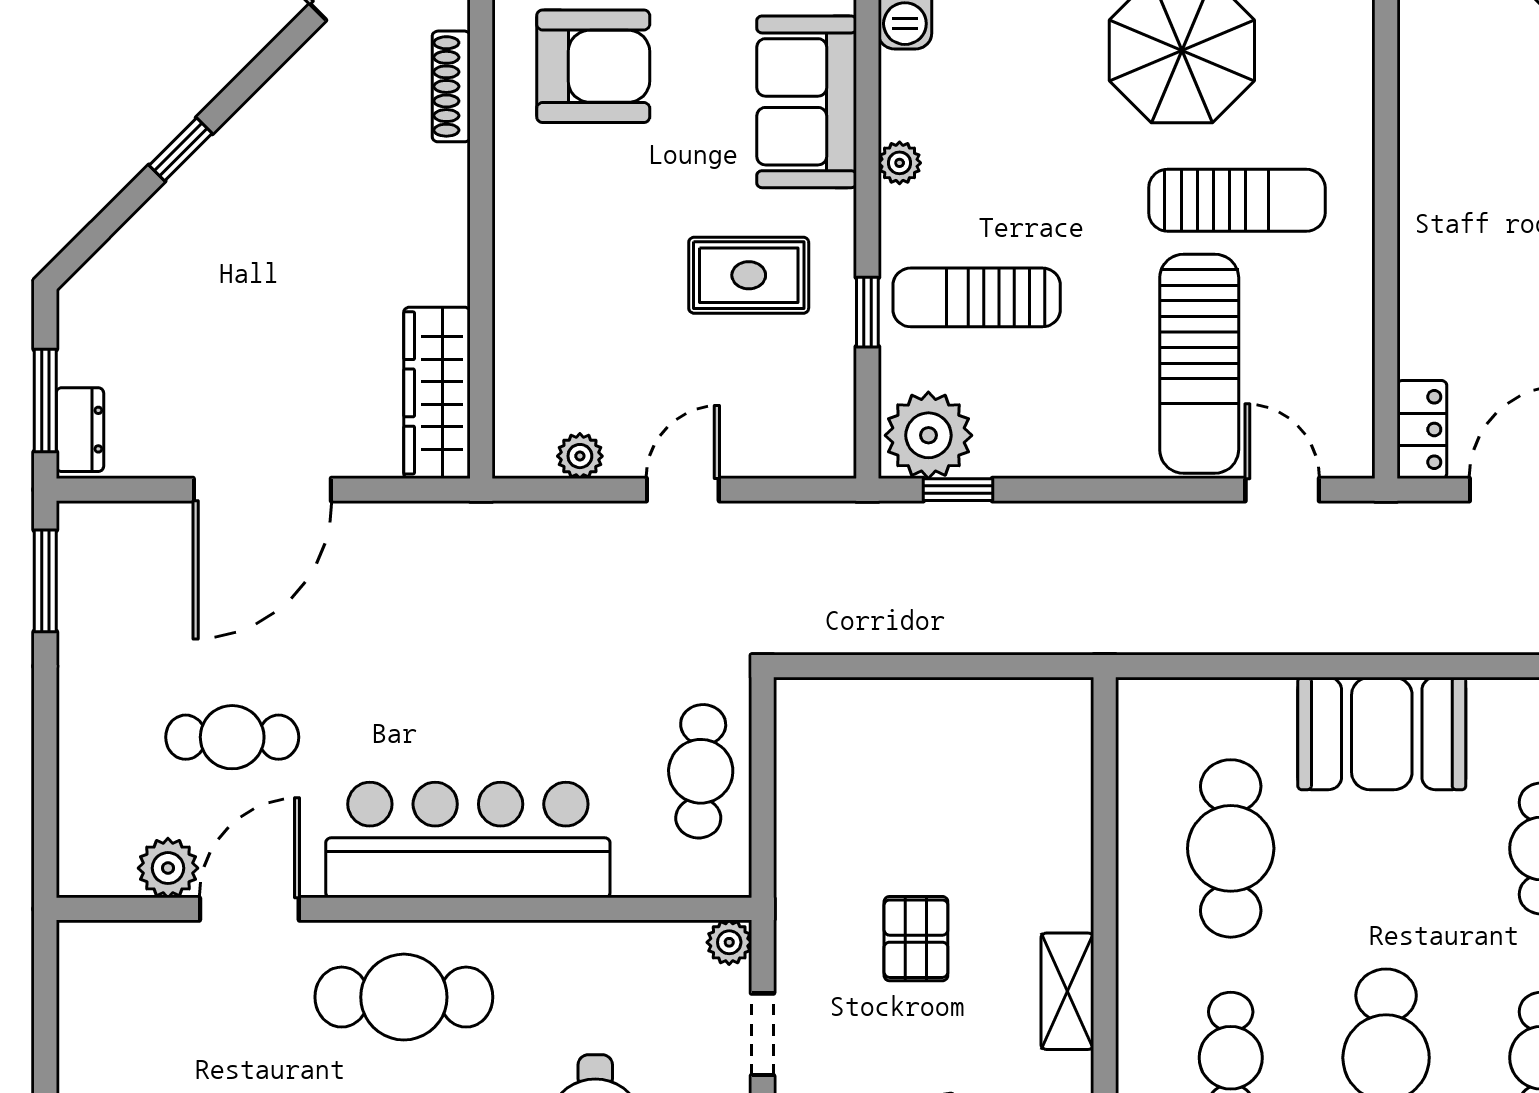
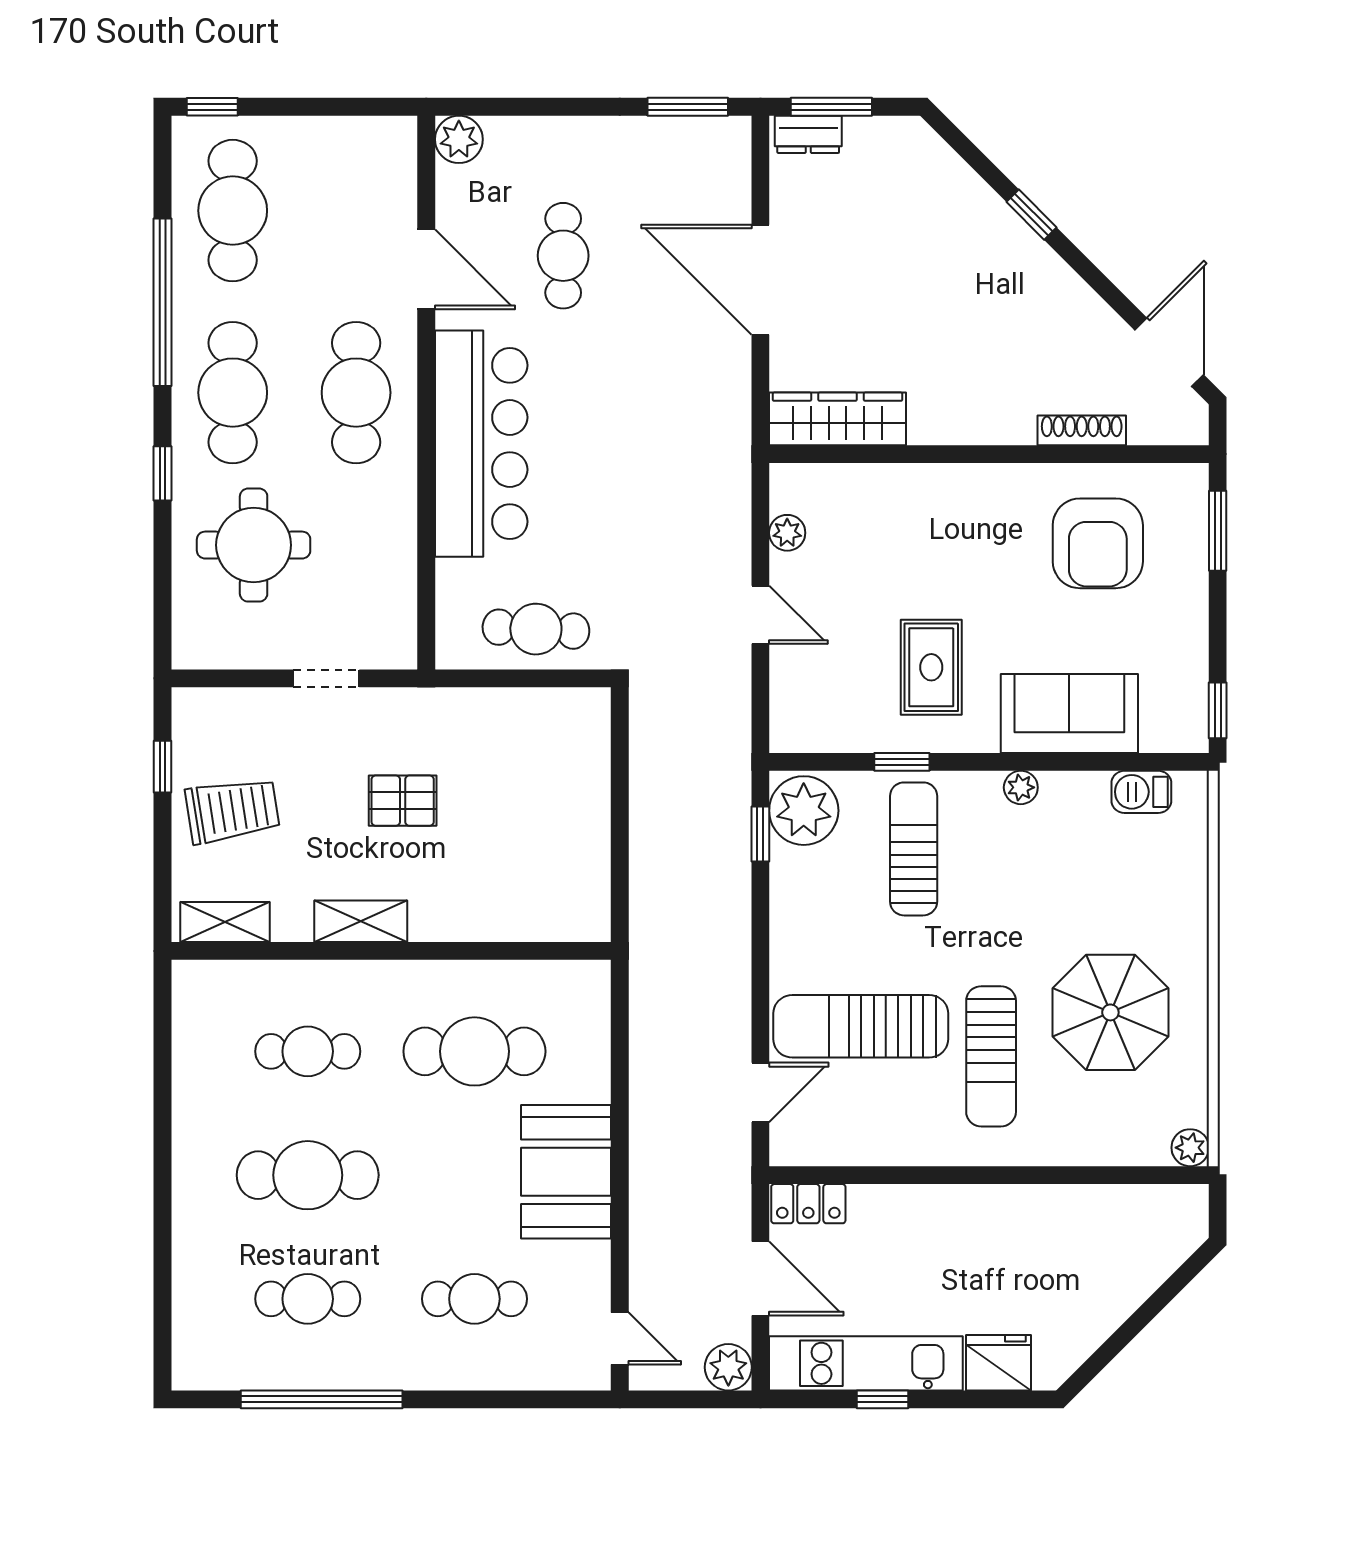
plant: (168, 868) -> (459, 139), moved
plant: (729, 942) -> (400, 652), removed

